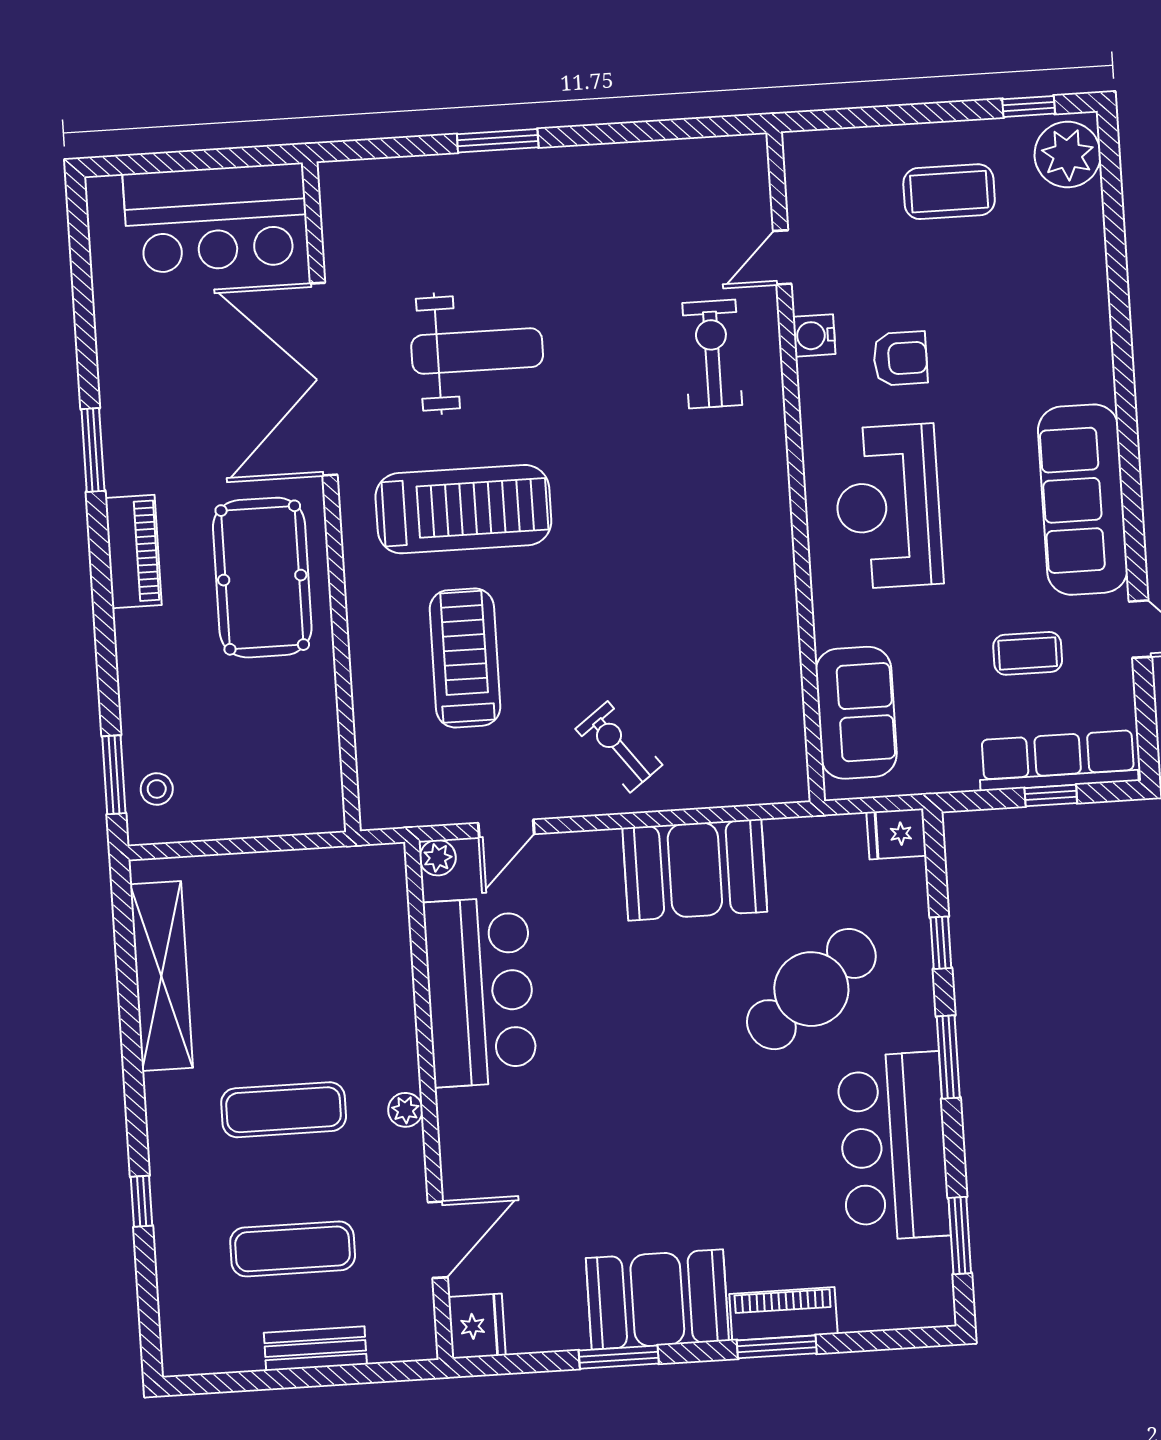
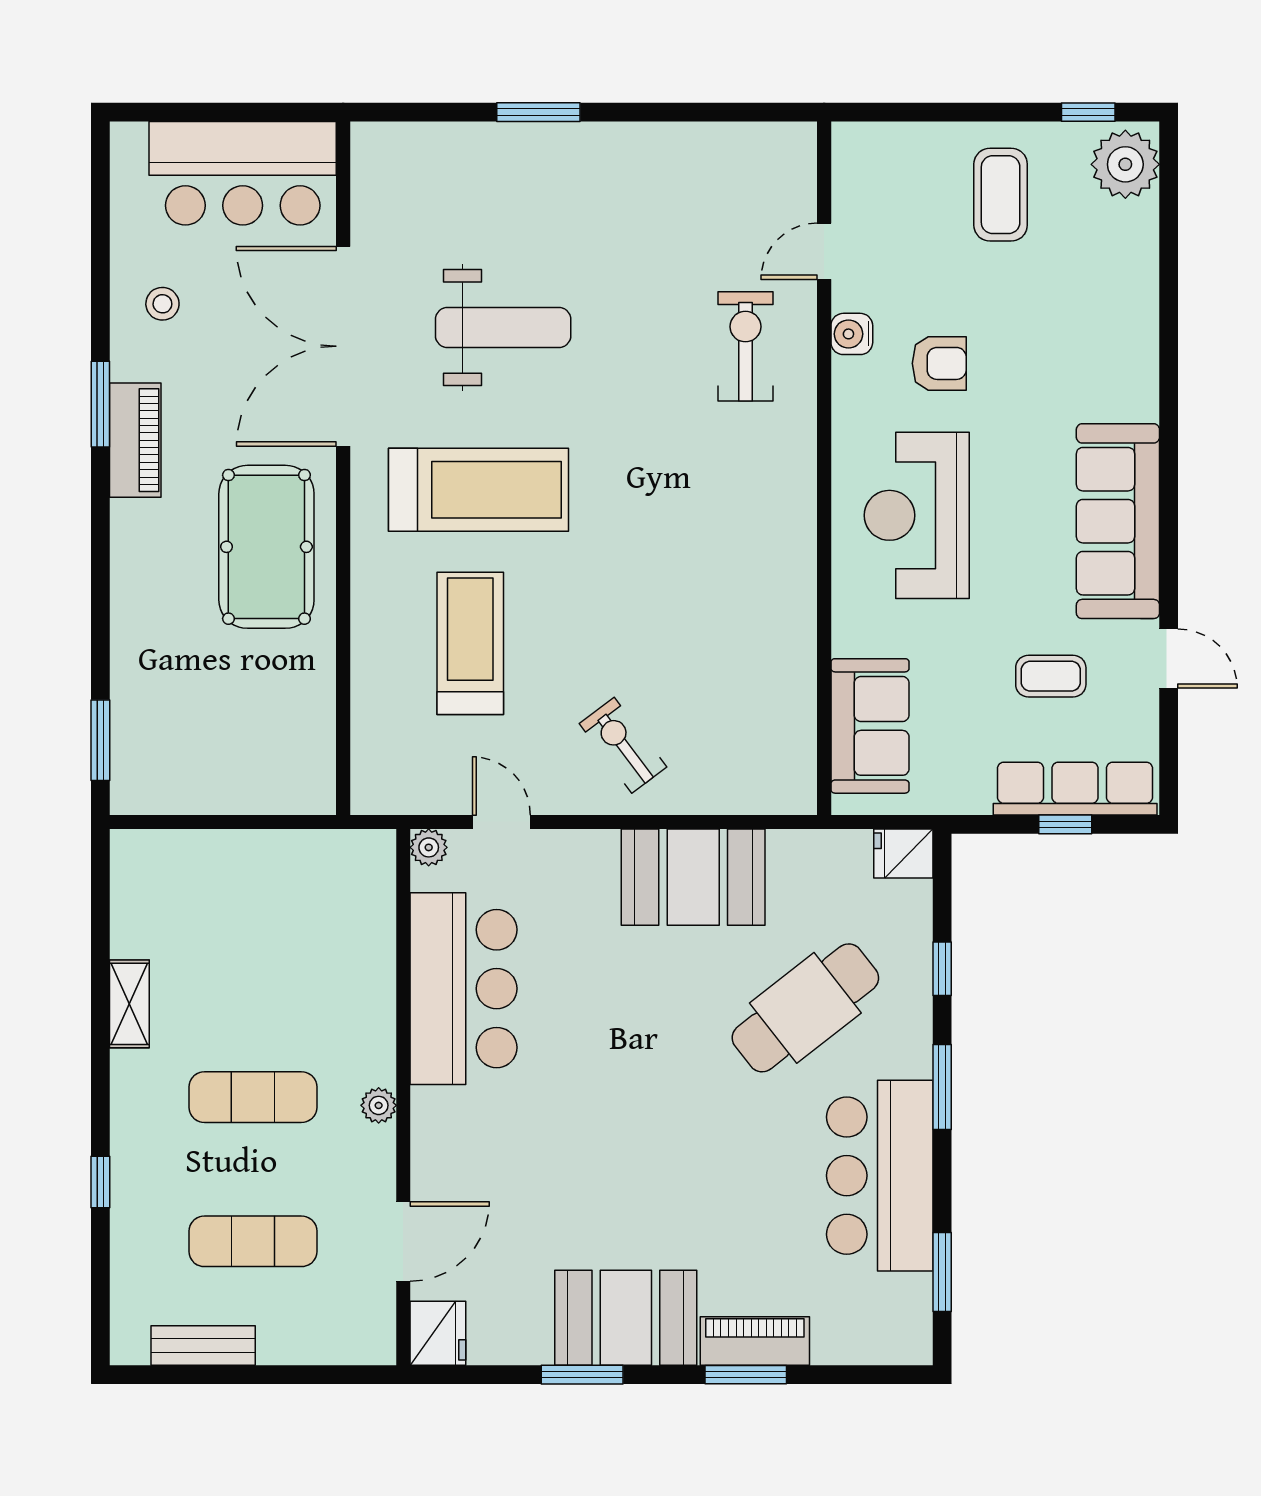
coffee table: (949, 192) -> (1001, 195), turned 90
piano: (133, 552) -> (135, 440), moved
stool: (157, 789) -> (162, 304), moved
door: (506, 829) -> (501, 822), swing flipped
shelving: (161, 976) -> (129, 1004), width x0.45, depth x0.75
bench: (315, 1348) -> (203, 1346), moved

